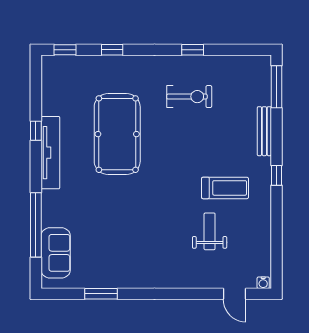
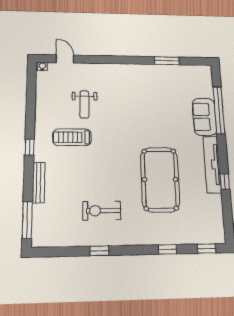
sofa: (56, 253) -> (204, 117), moved

